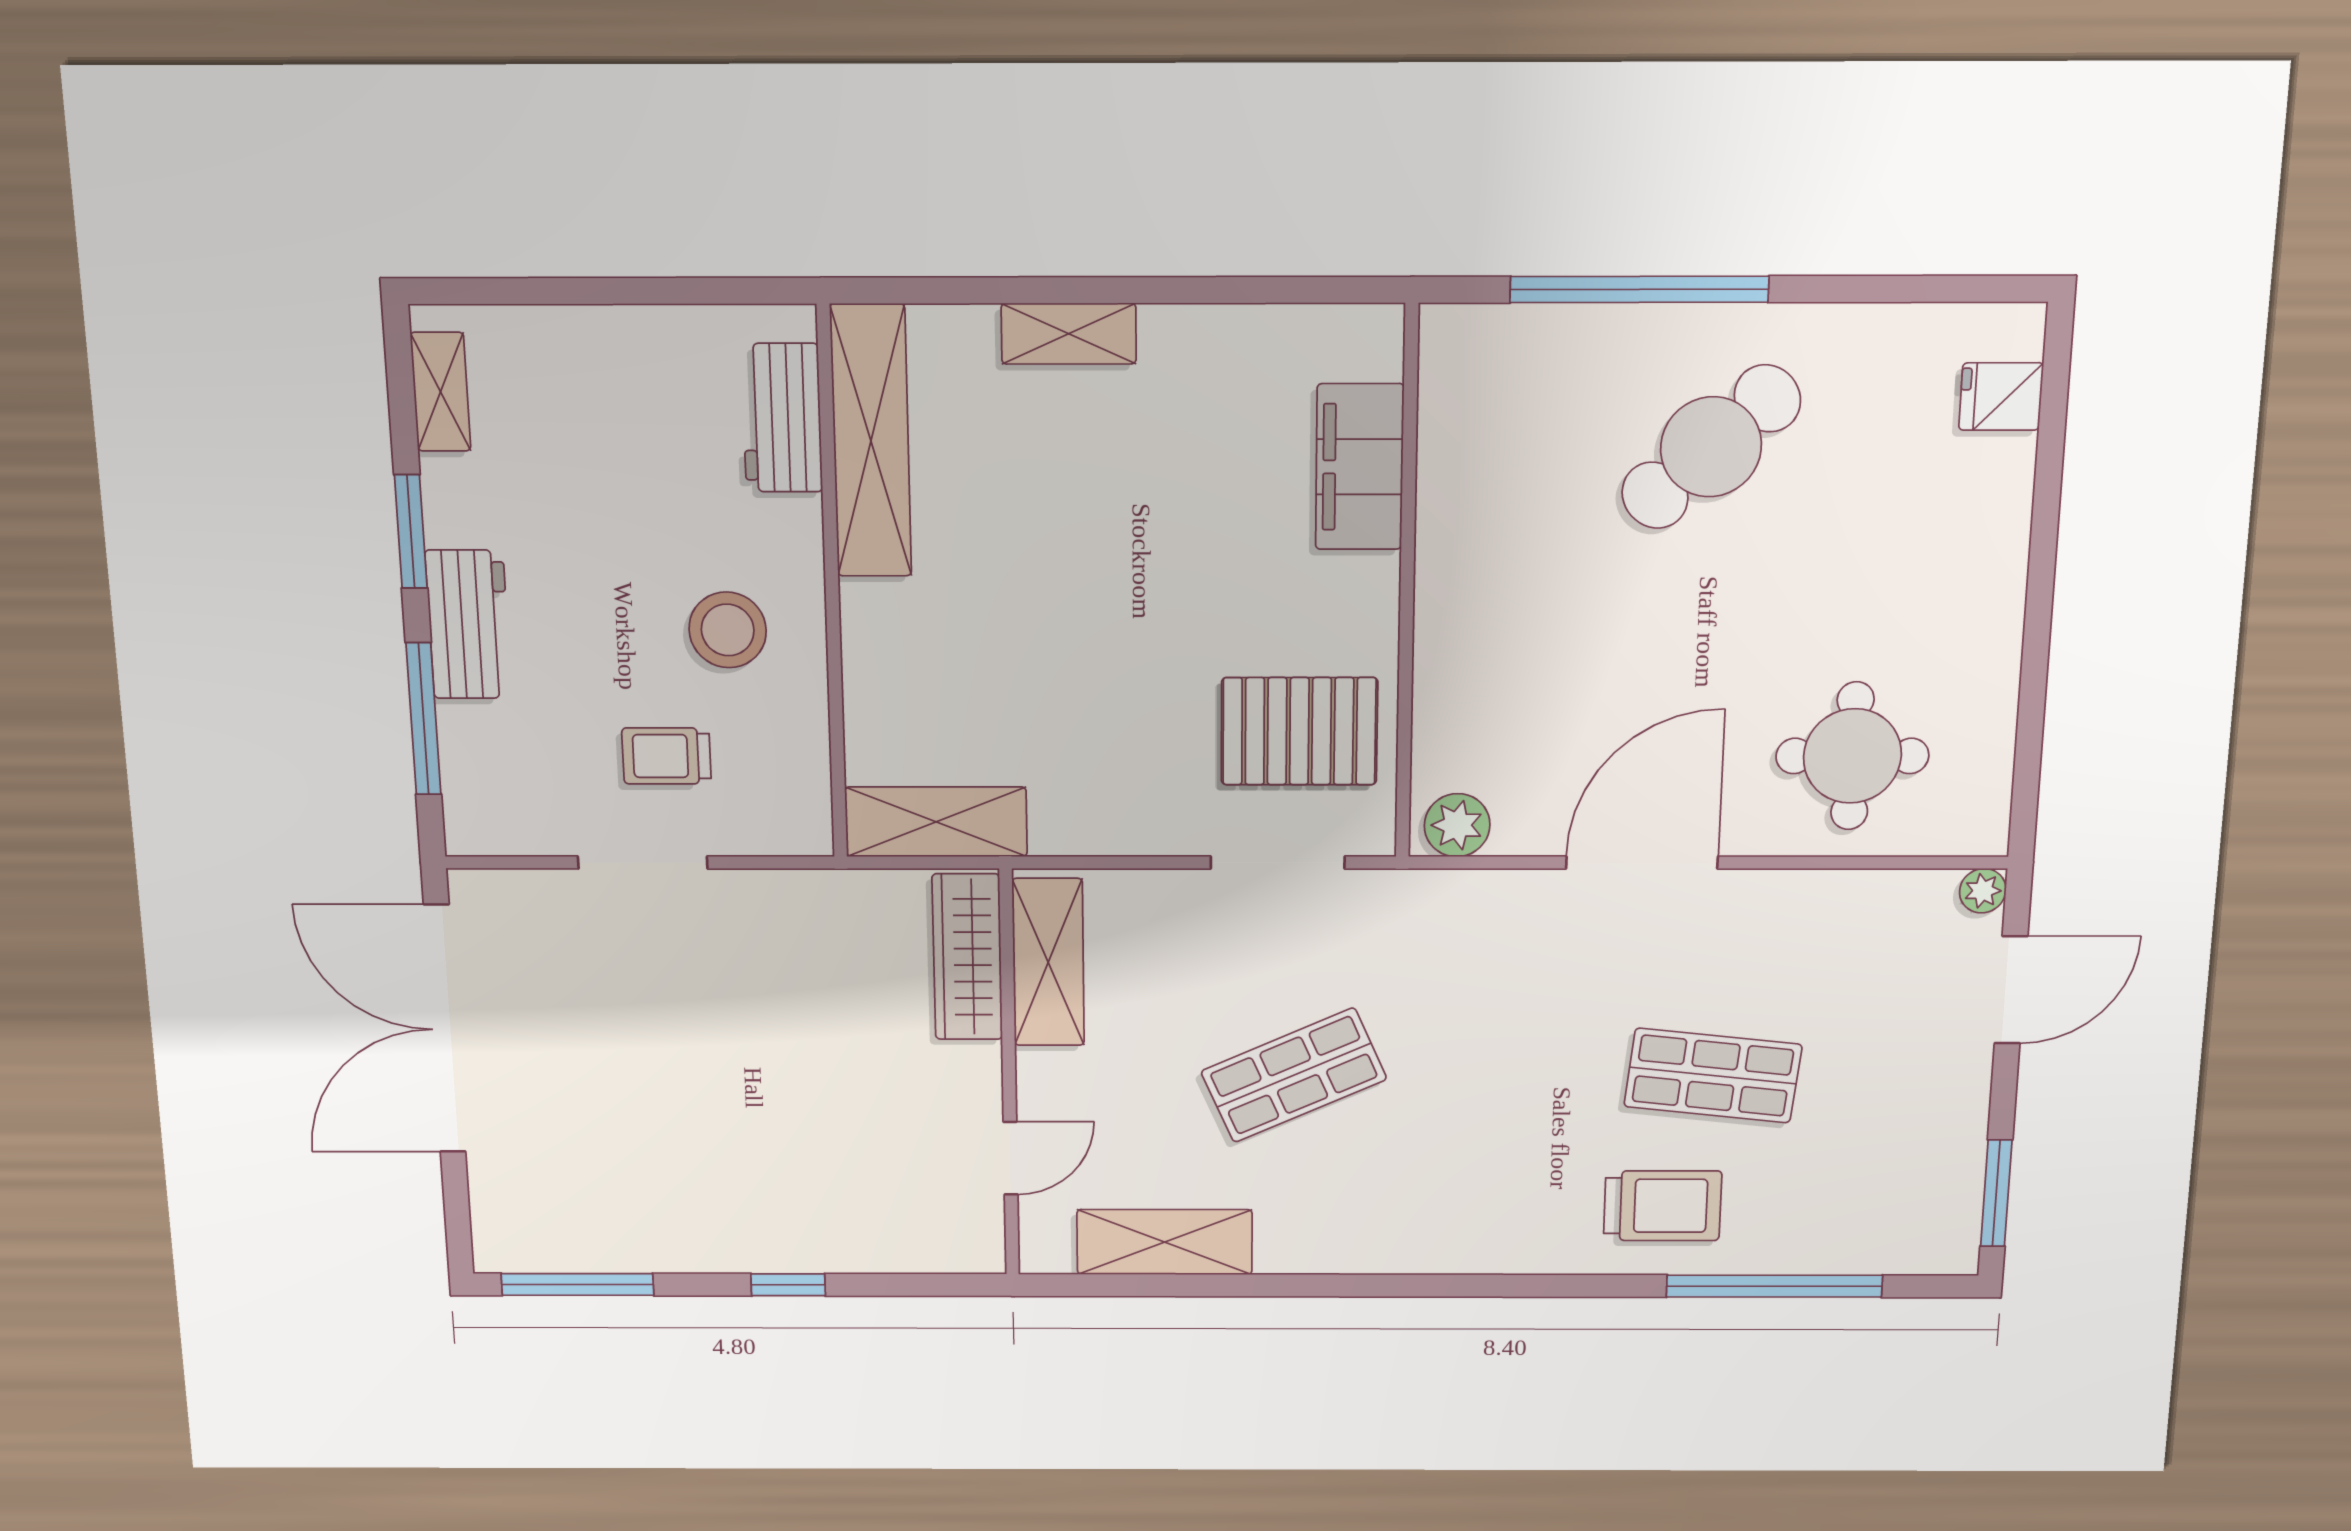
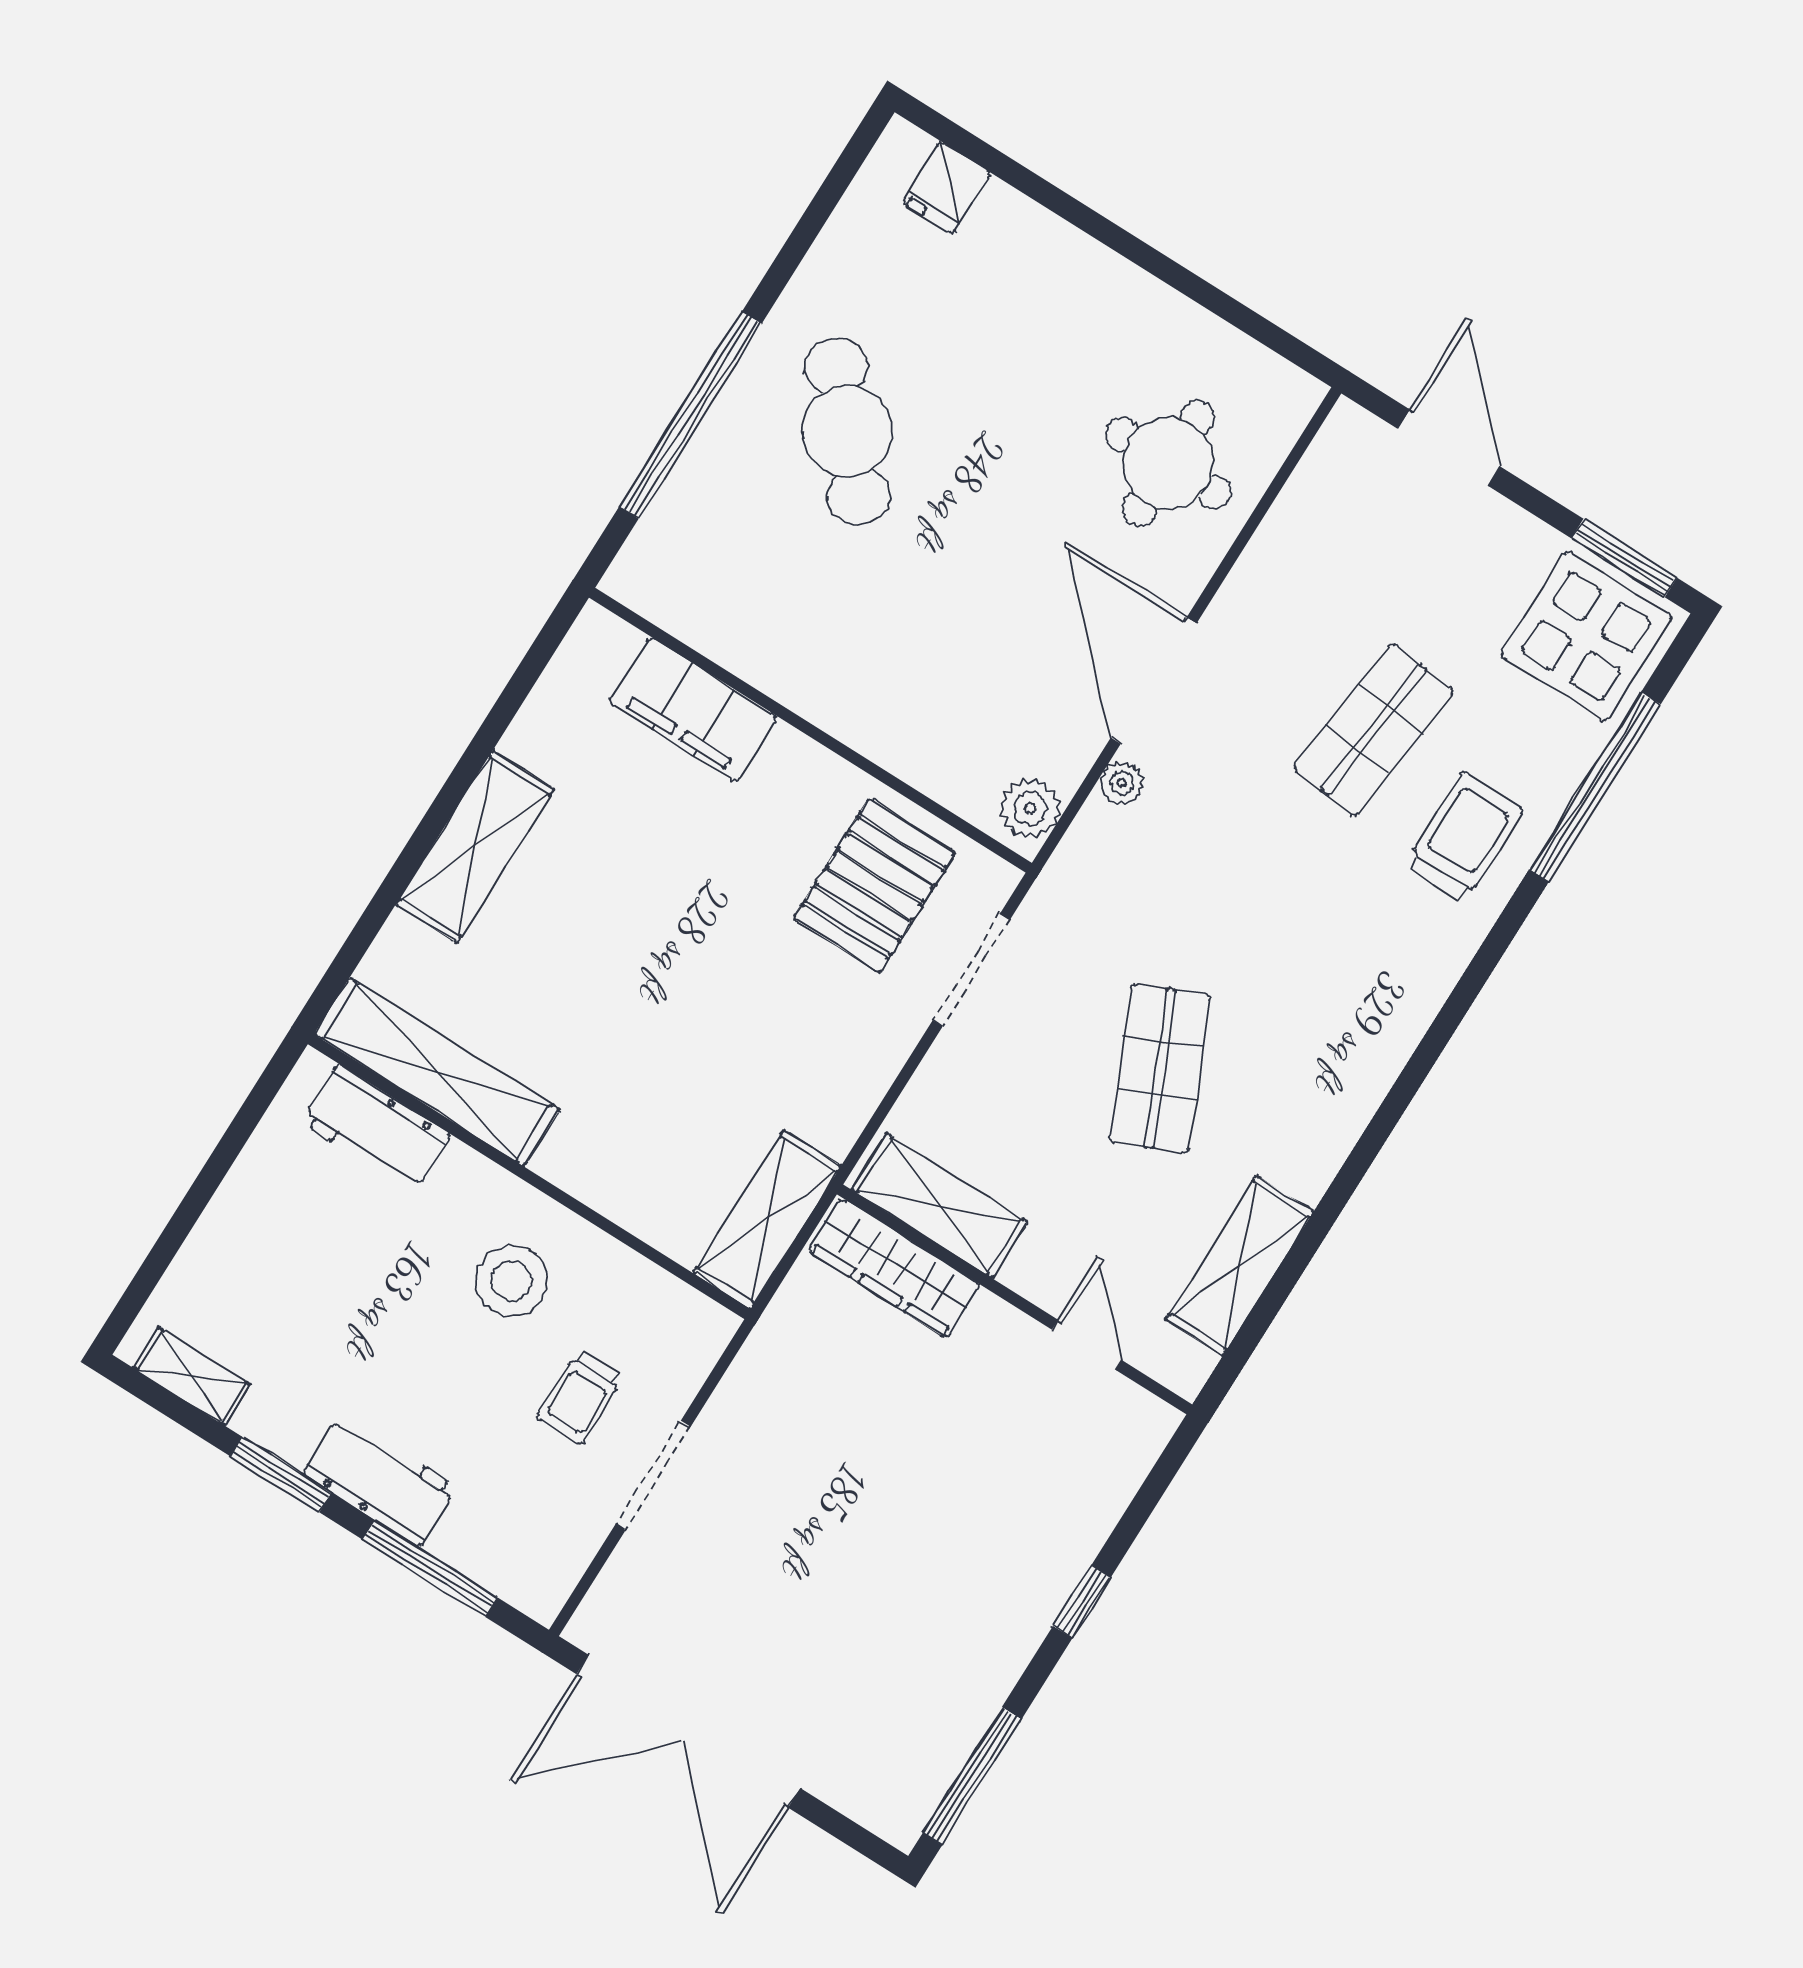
shelving: (1069, 334) -> (475, 847), width x1.50, depth x1.33
plant: (1983, 891) -> (1122, 783), moved
display table: (1906, 1203) -> (1586, 636), added

